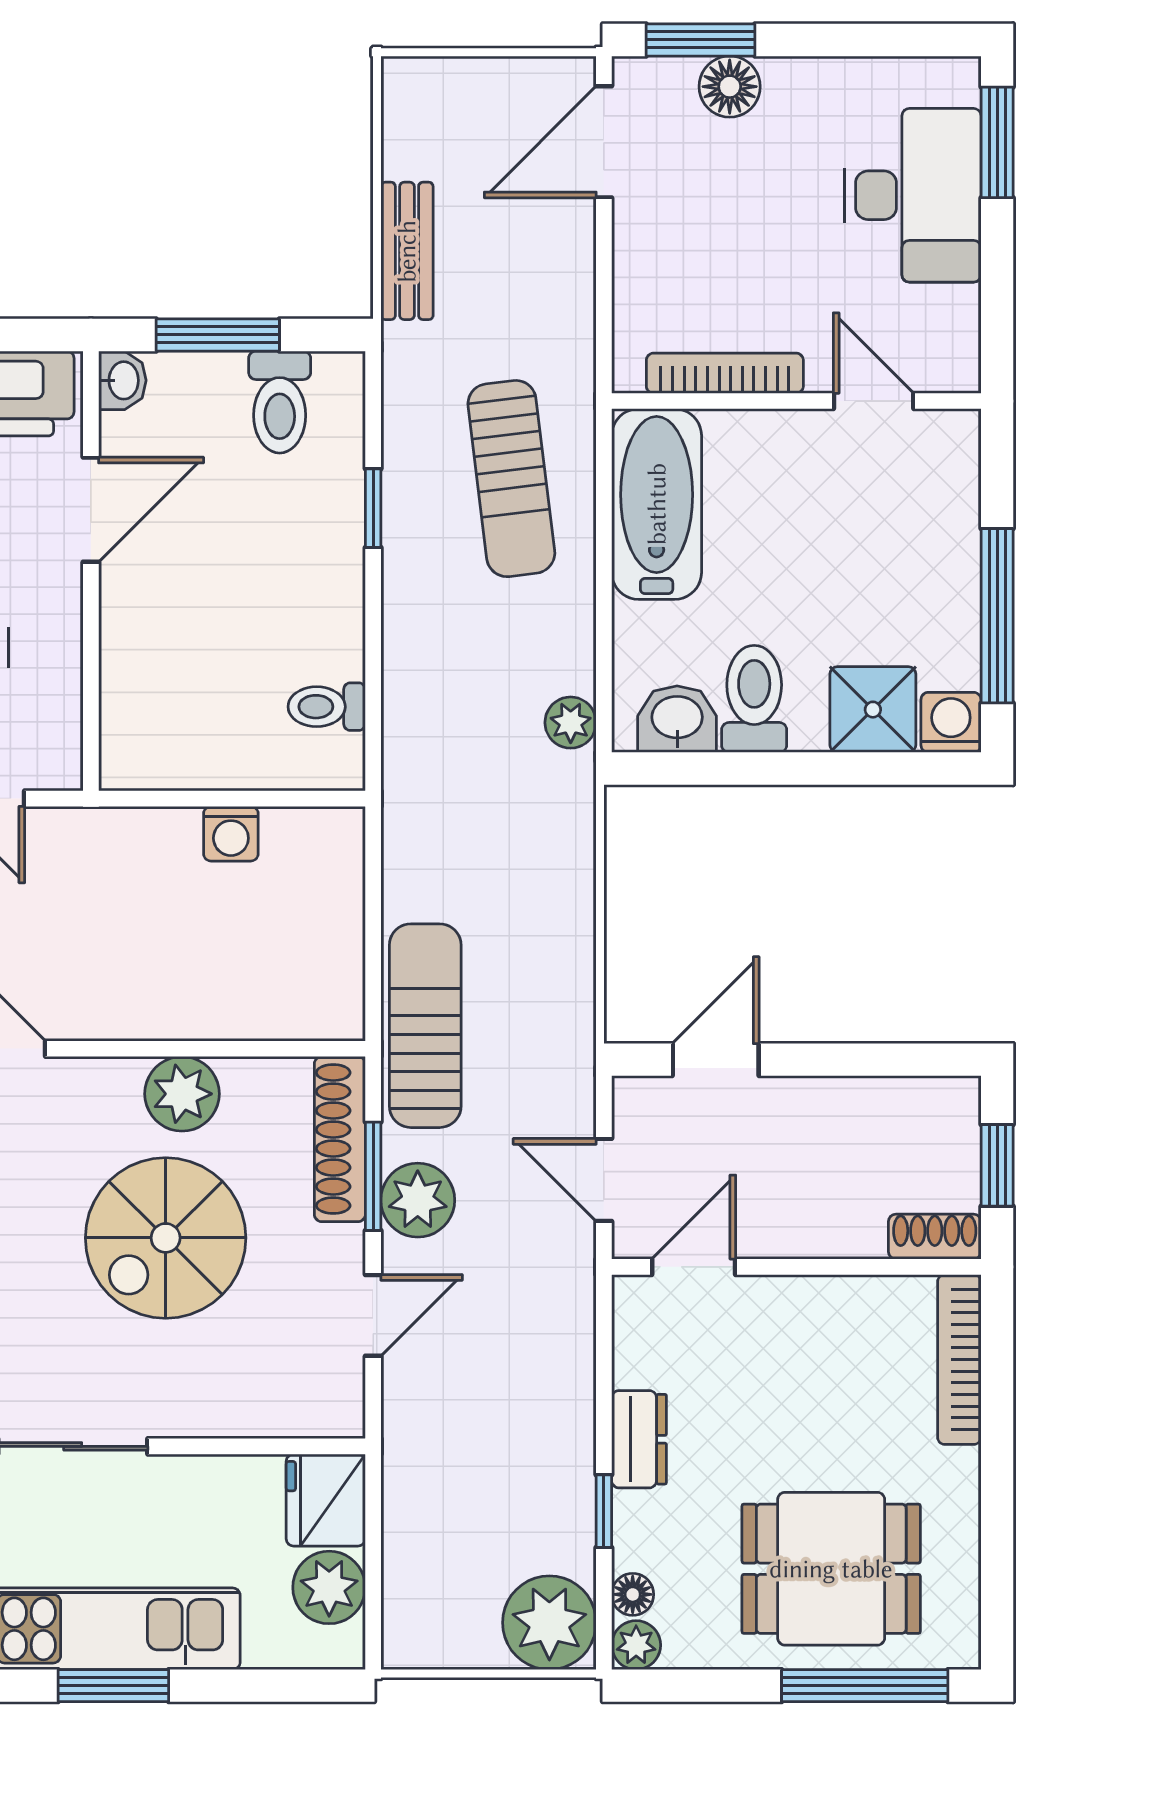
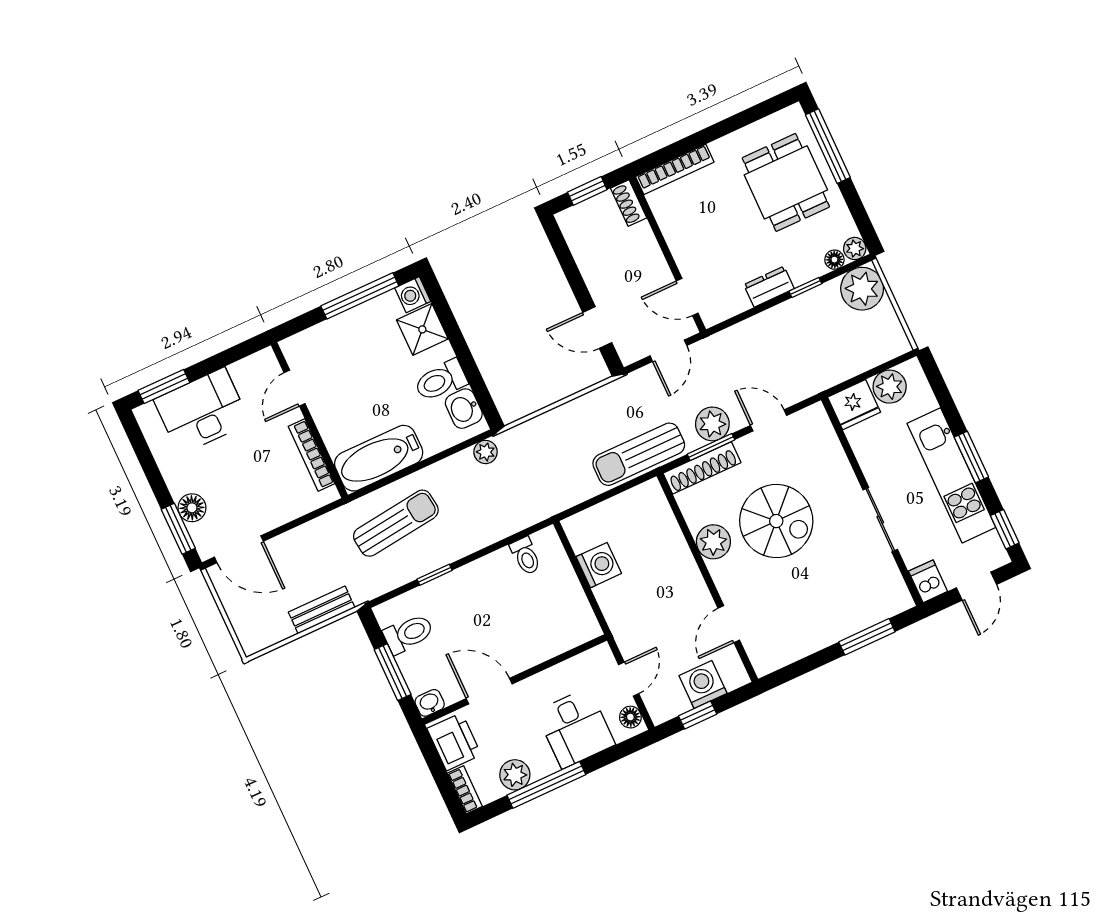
washing machine: (231, 834) -> (599, 565), width x1.38, depth x1.38

